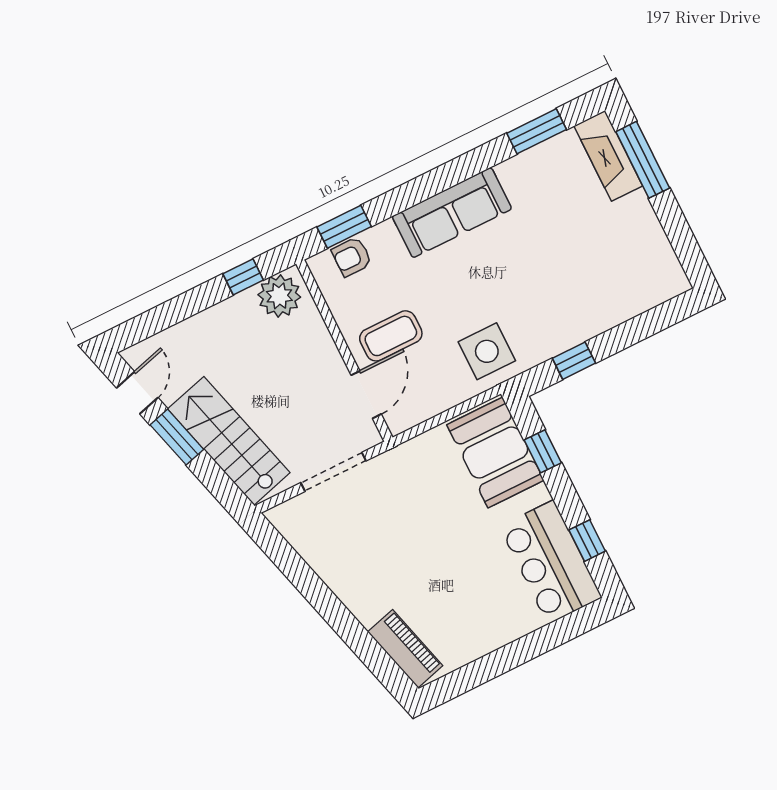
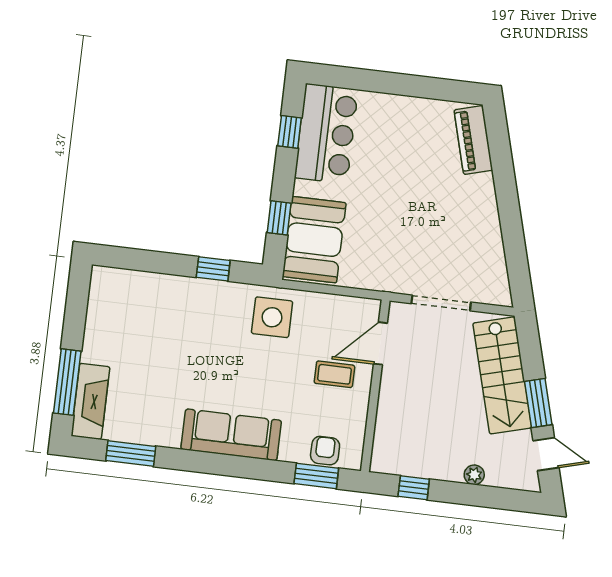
armchair: (352, 257) -> (325, 451), turned -90
plant: (279, 296) -> (474, 475), moved, width x0.53, depth x0.53
coffee table: (391, 336) -> (334, 374), width x0.73, depth x0.77
door: (137, 393) -> (546, 454), swing flipped

